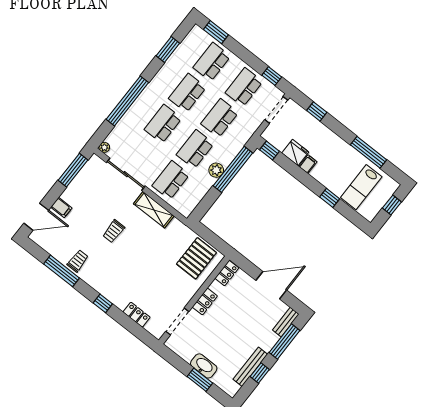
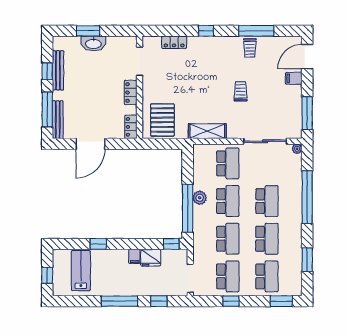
window: (272, 76) -> (231, 301), moved
window: (369, 152) -> (119, 301), moved
shelving: (154, 210) -> (207, 131), moved
bench: (286, 322) -> (58, 120), width x1.36

